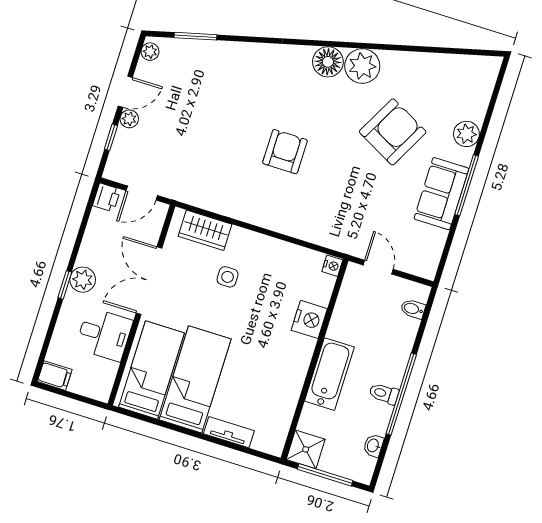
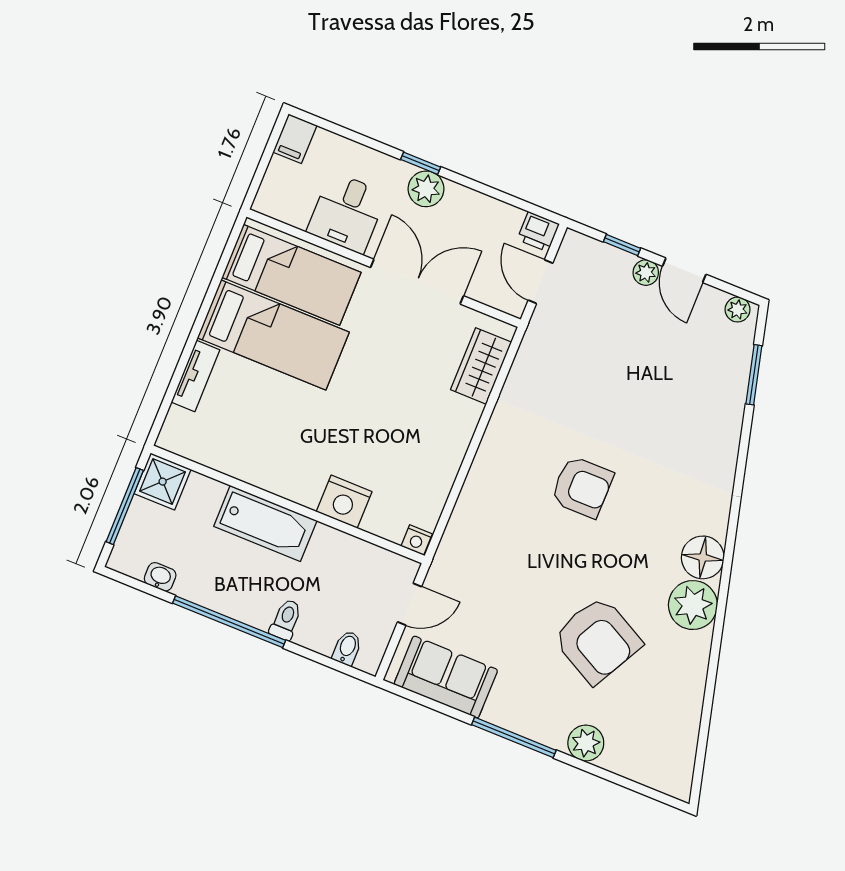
sofa: (441, 194) -> (446, 677), moved
side table: (228, 277) -> (413, 392), removed
toilet: (384, 394) -> (286, 620), moved

